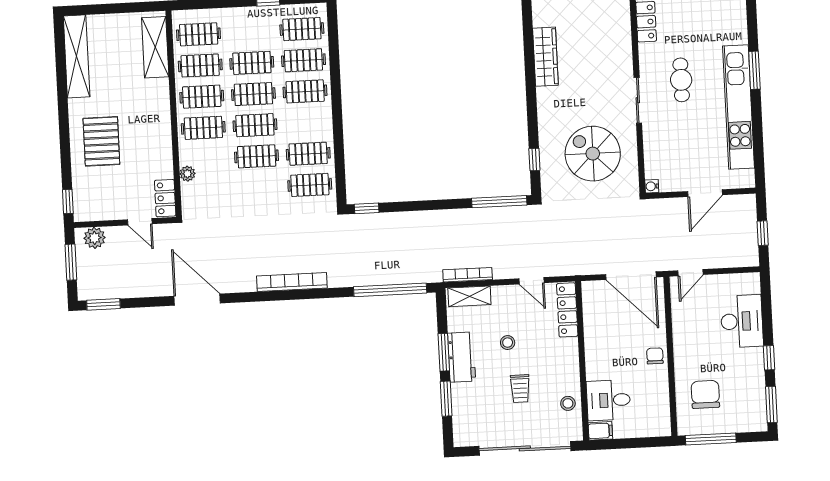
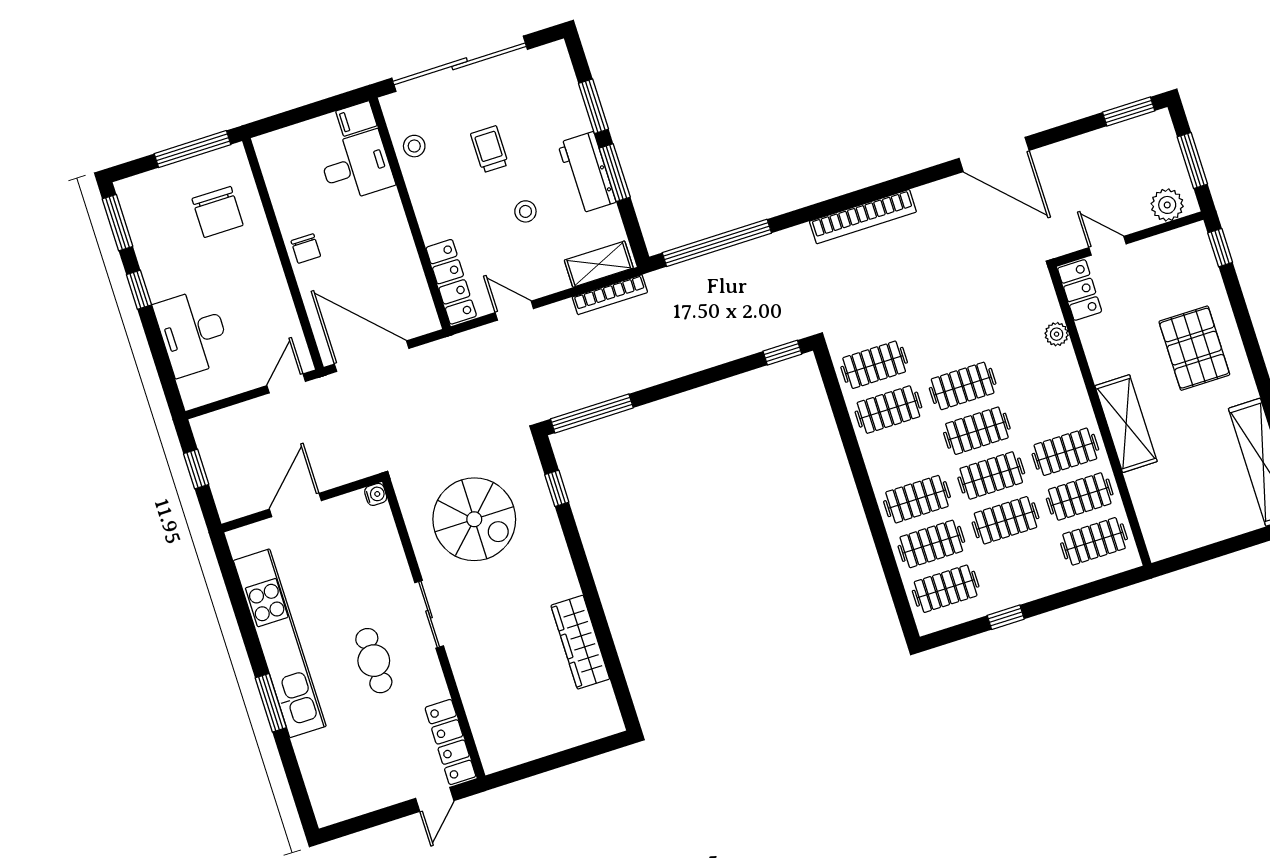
shelving: (155, 47) -> (1126, 424), moved
clothes rail: (203, 128) -> (1051, 407), removed

